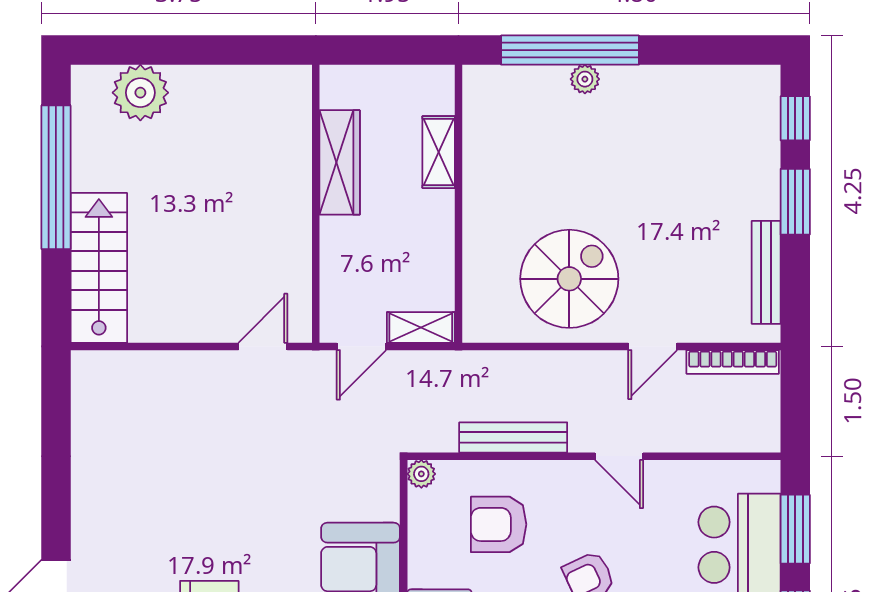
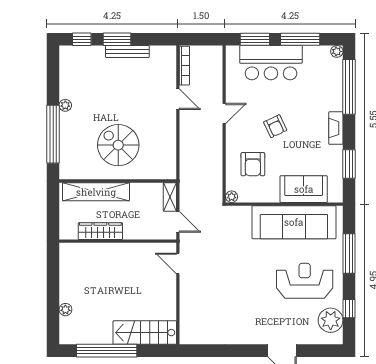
plant: (585, 79) -> (65, 105), moved
plant: (140, 93) -> (65, 310), width x0.53, depth x0.53
shelving: (439, 152) -> (96, 192), width x2.20, depth x1.33
bench: (766, 272) -> (127, 51), moved
spiral stairs: (569, 279) -> (118, 145), moved
bench: (513, 437) -> (216, 158), removed

